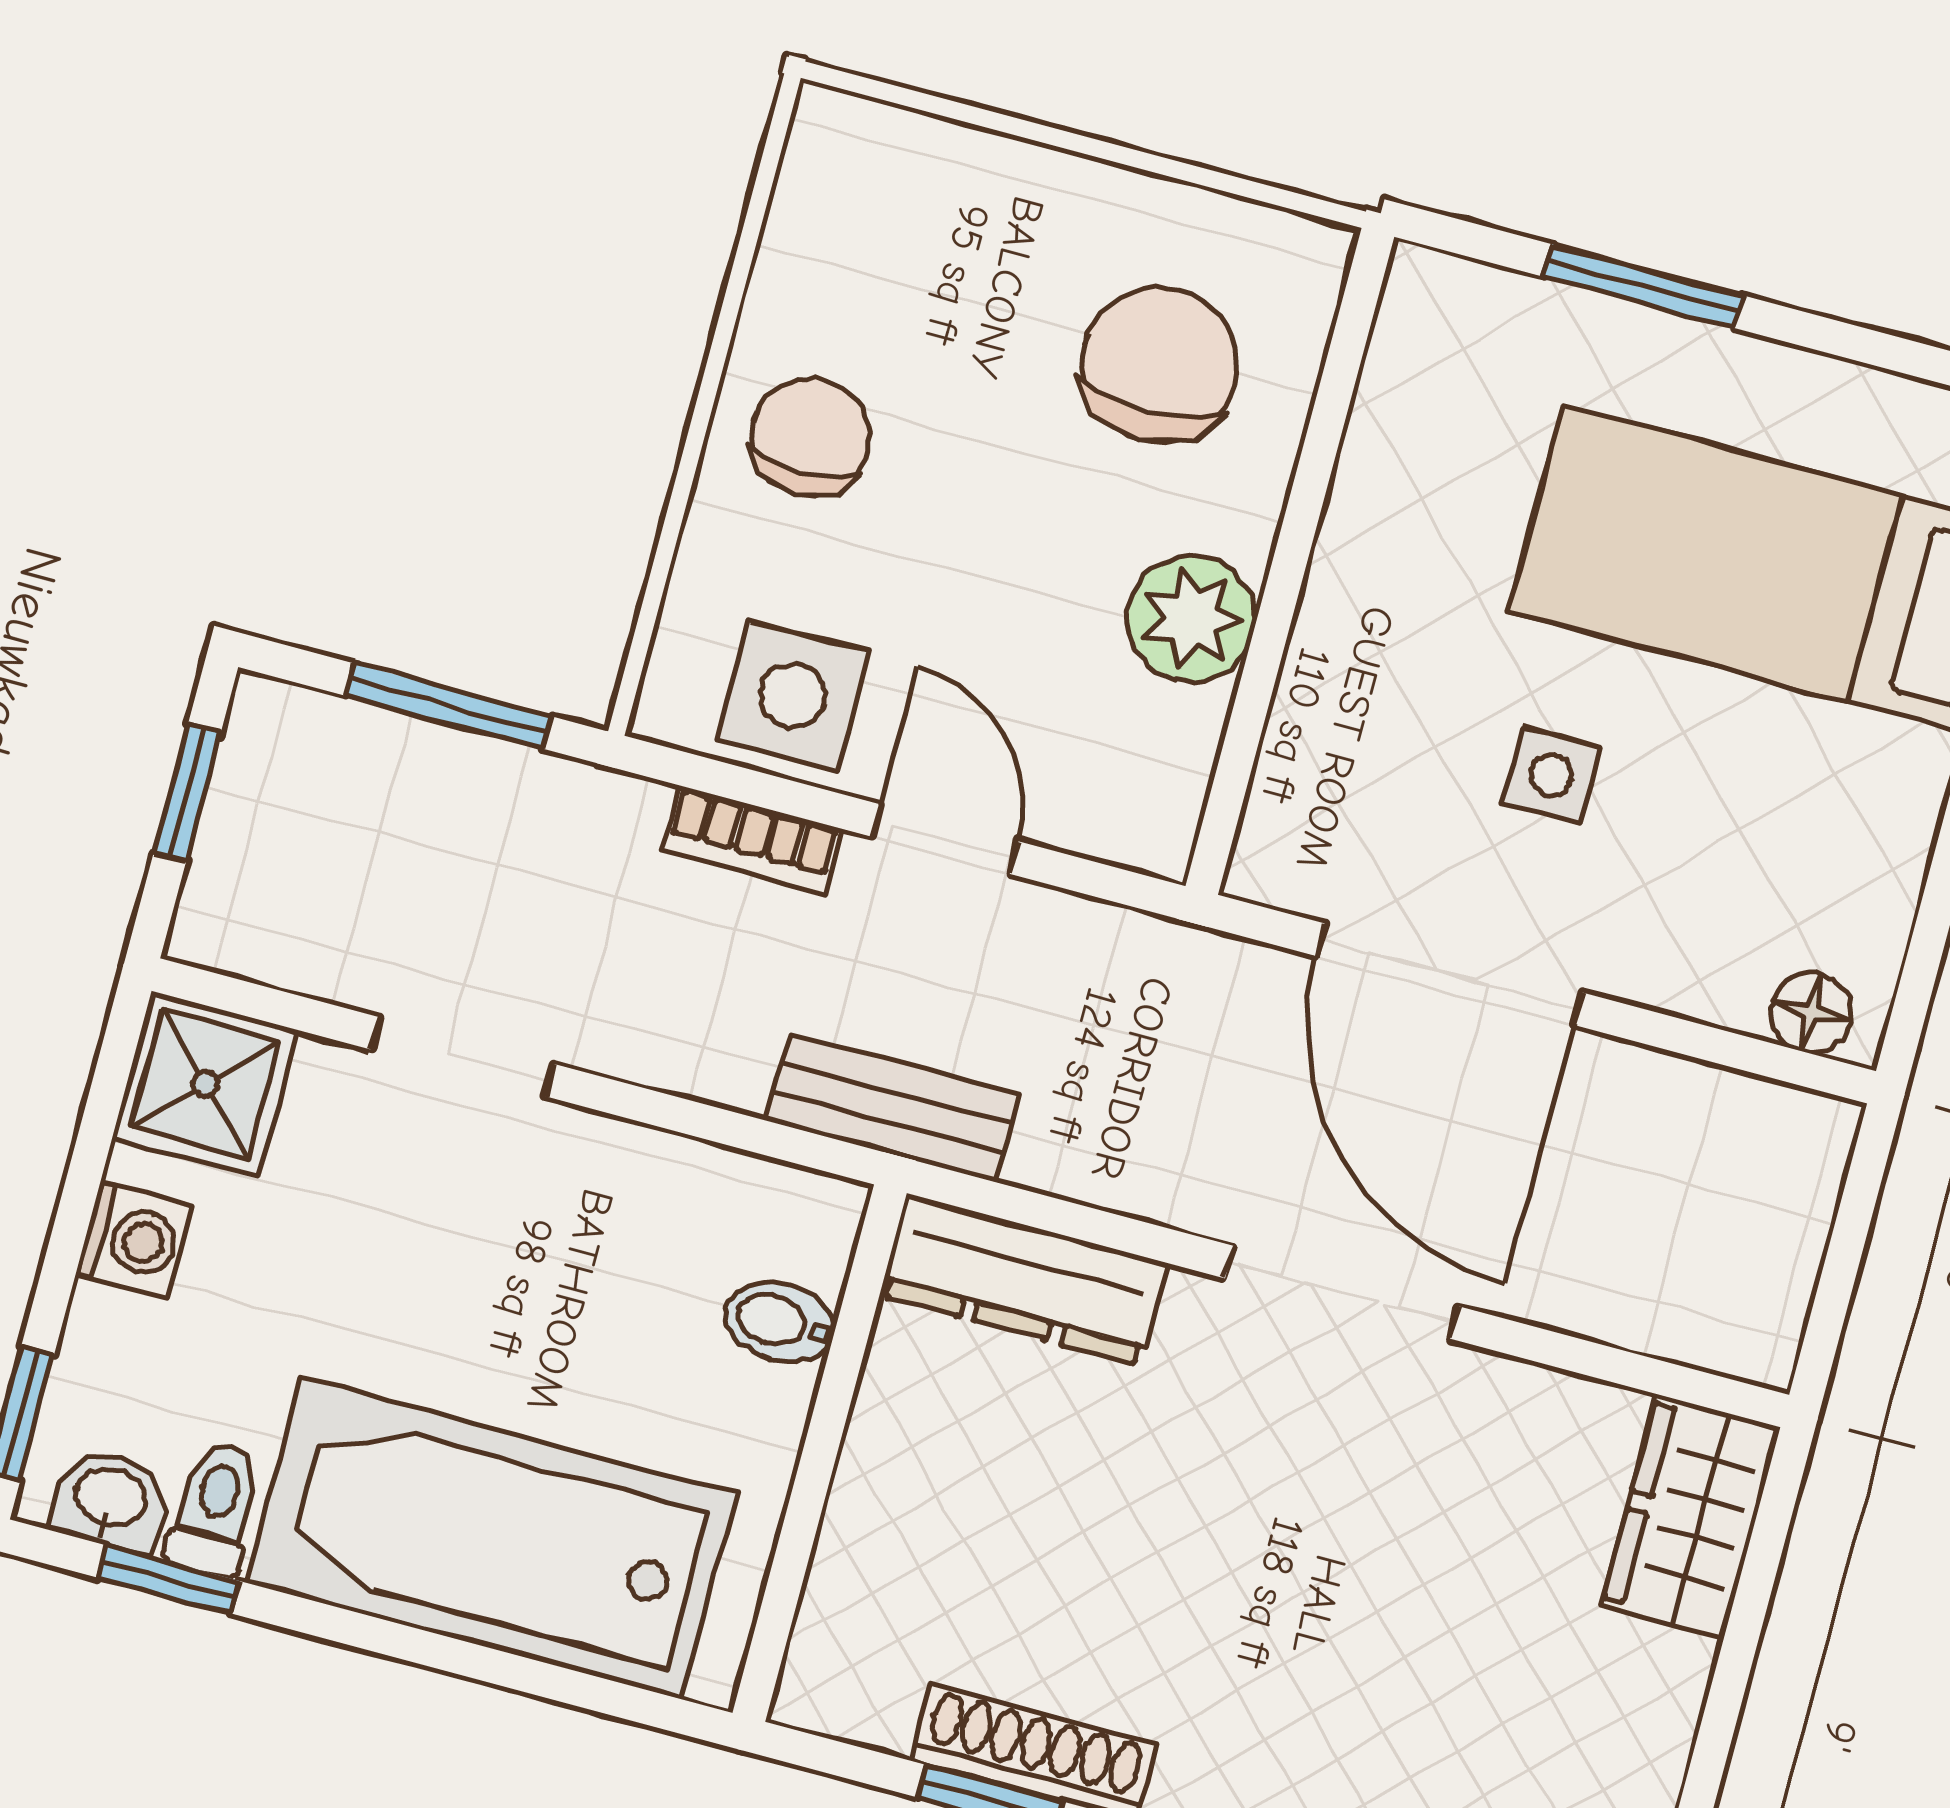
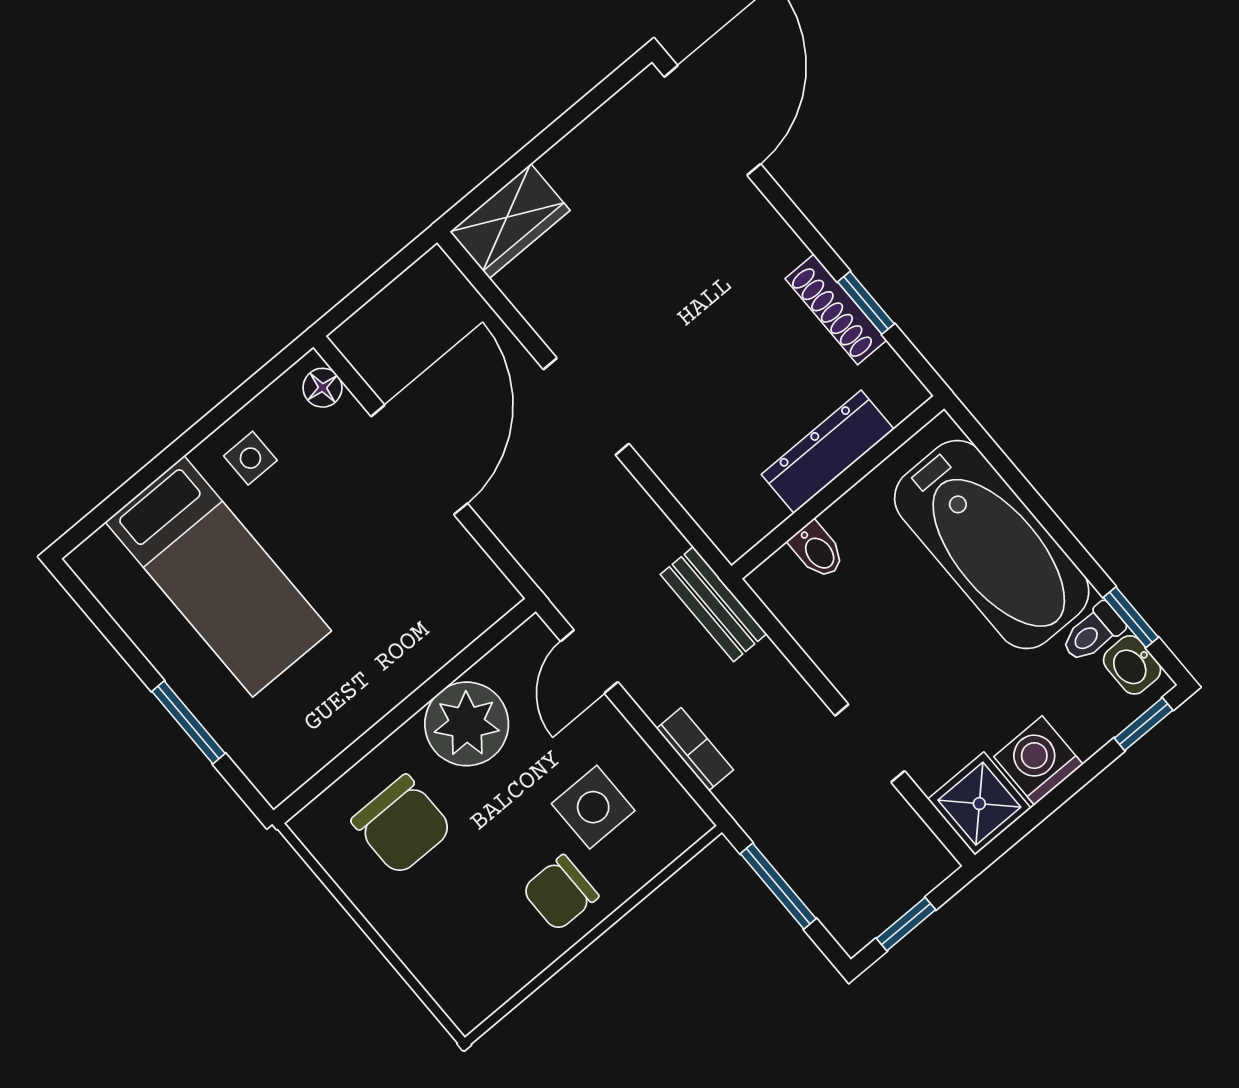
chair: (1159, 365) -> (402, 825), turned -90
plant: (1191, 618) -> (467, 724), width x1.36, depth x1.36
side table: (793, 695) -> (593, 807), moved
side table: (1551, 775) -> (250, 458), moved
door: (945, 839) -> (589, 662), moved
door: (1449, 974) -> (419, 460), moved
washing machine: (134, 1240) -> (1038, 760), width x1.38, depth x1.38
dresser: (1024, 1279) -> (828, 452), moved, turned -90

